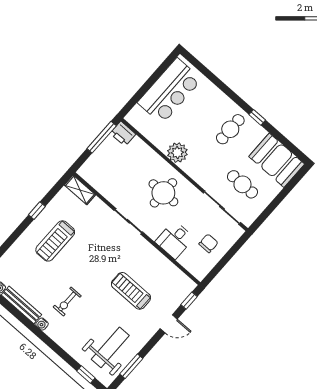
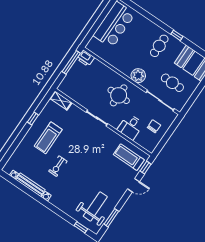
plant: (177, 153) -> (138, 76), moved
treadmill: (131, 291) -> (129, 157), moved
exercise bike: (67, 301) -> (58, 166), moved

